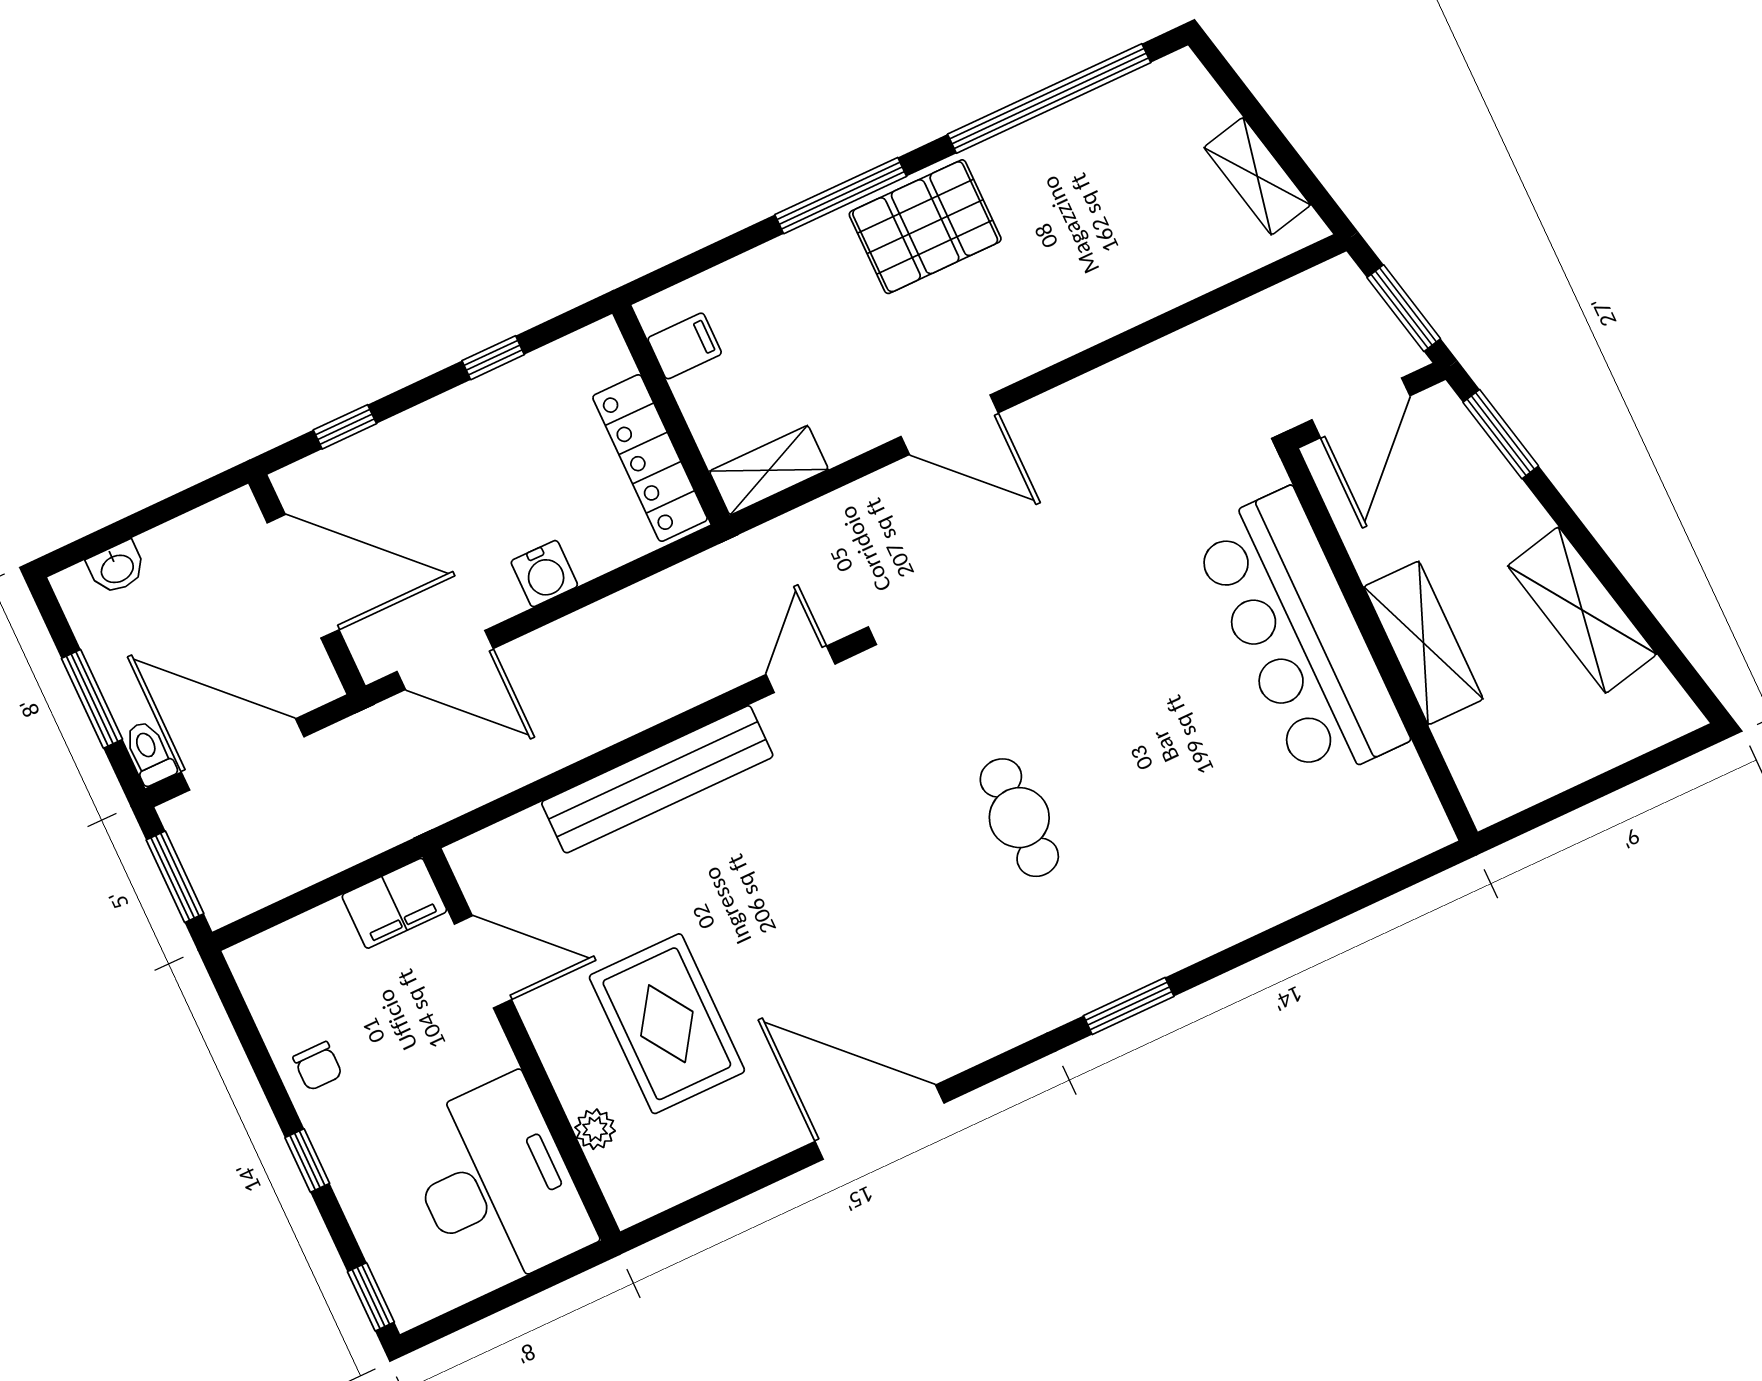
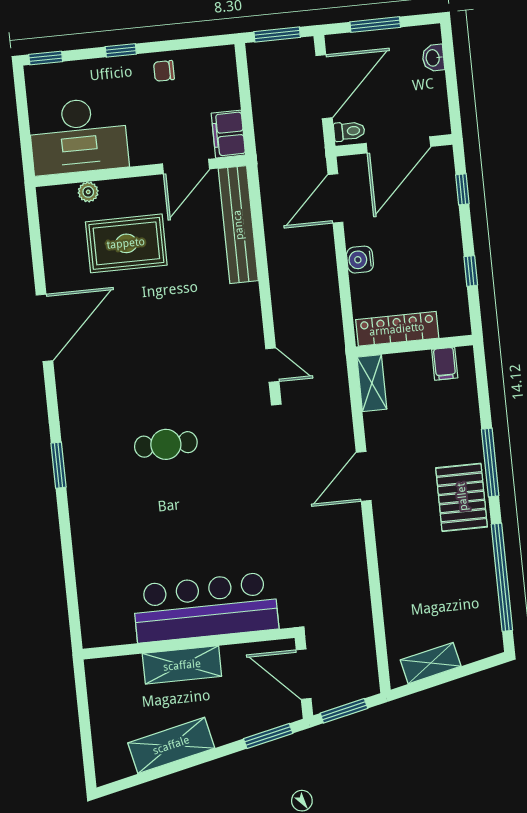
toilet: (149, 753) -> (349, 131), moved
bench: (657, 779) -> (238, 225), moved

